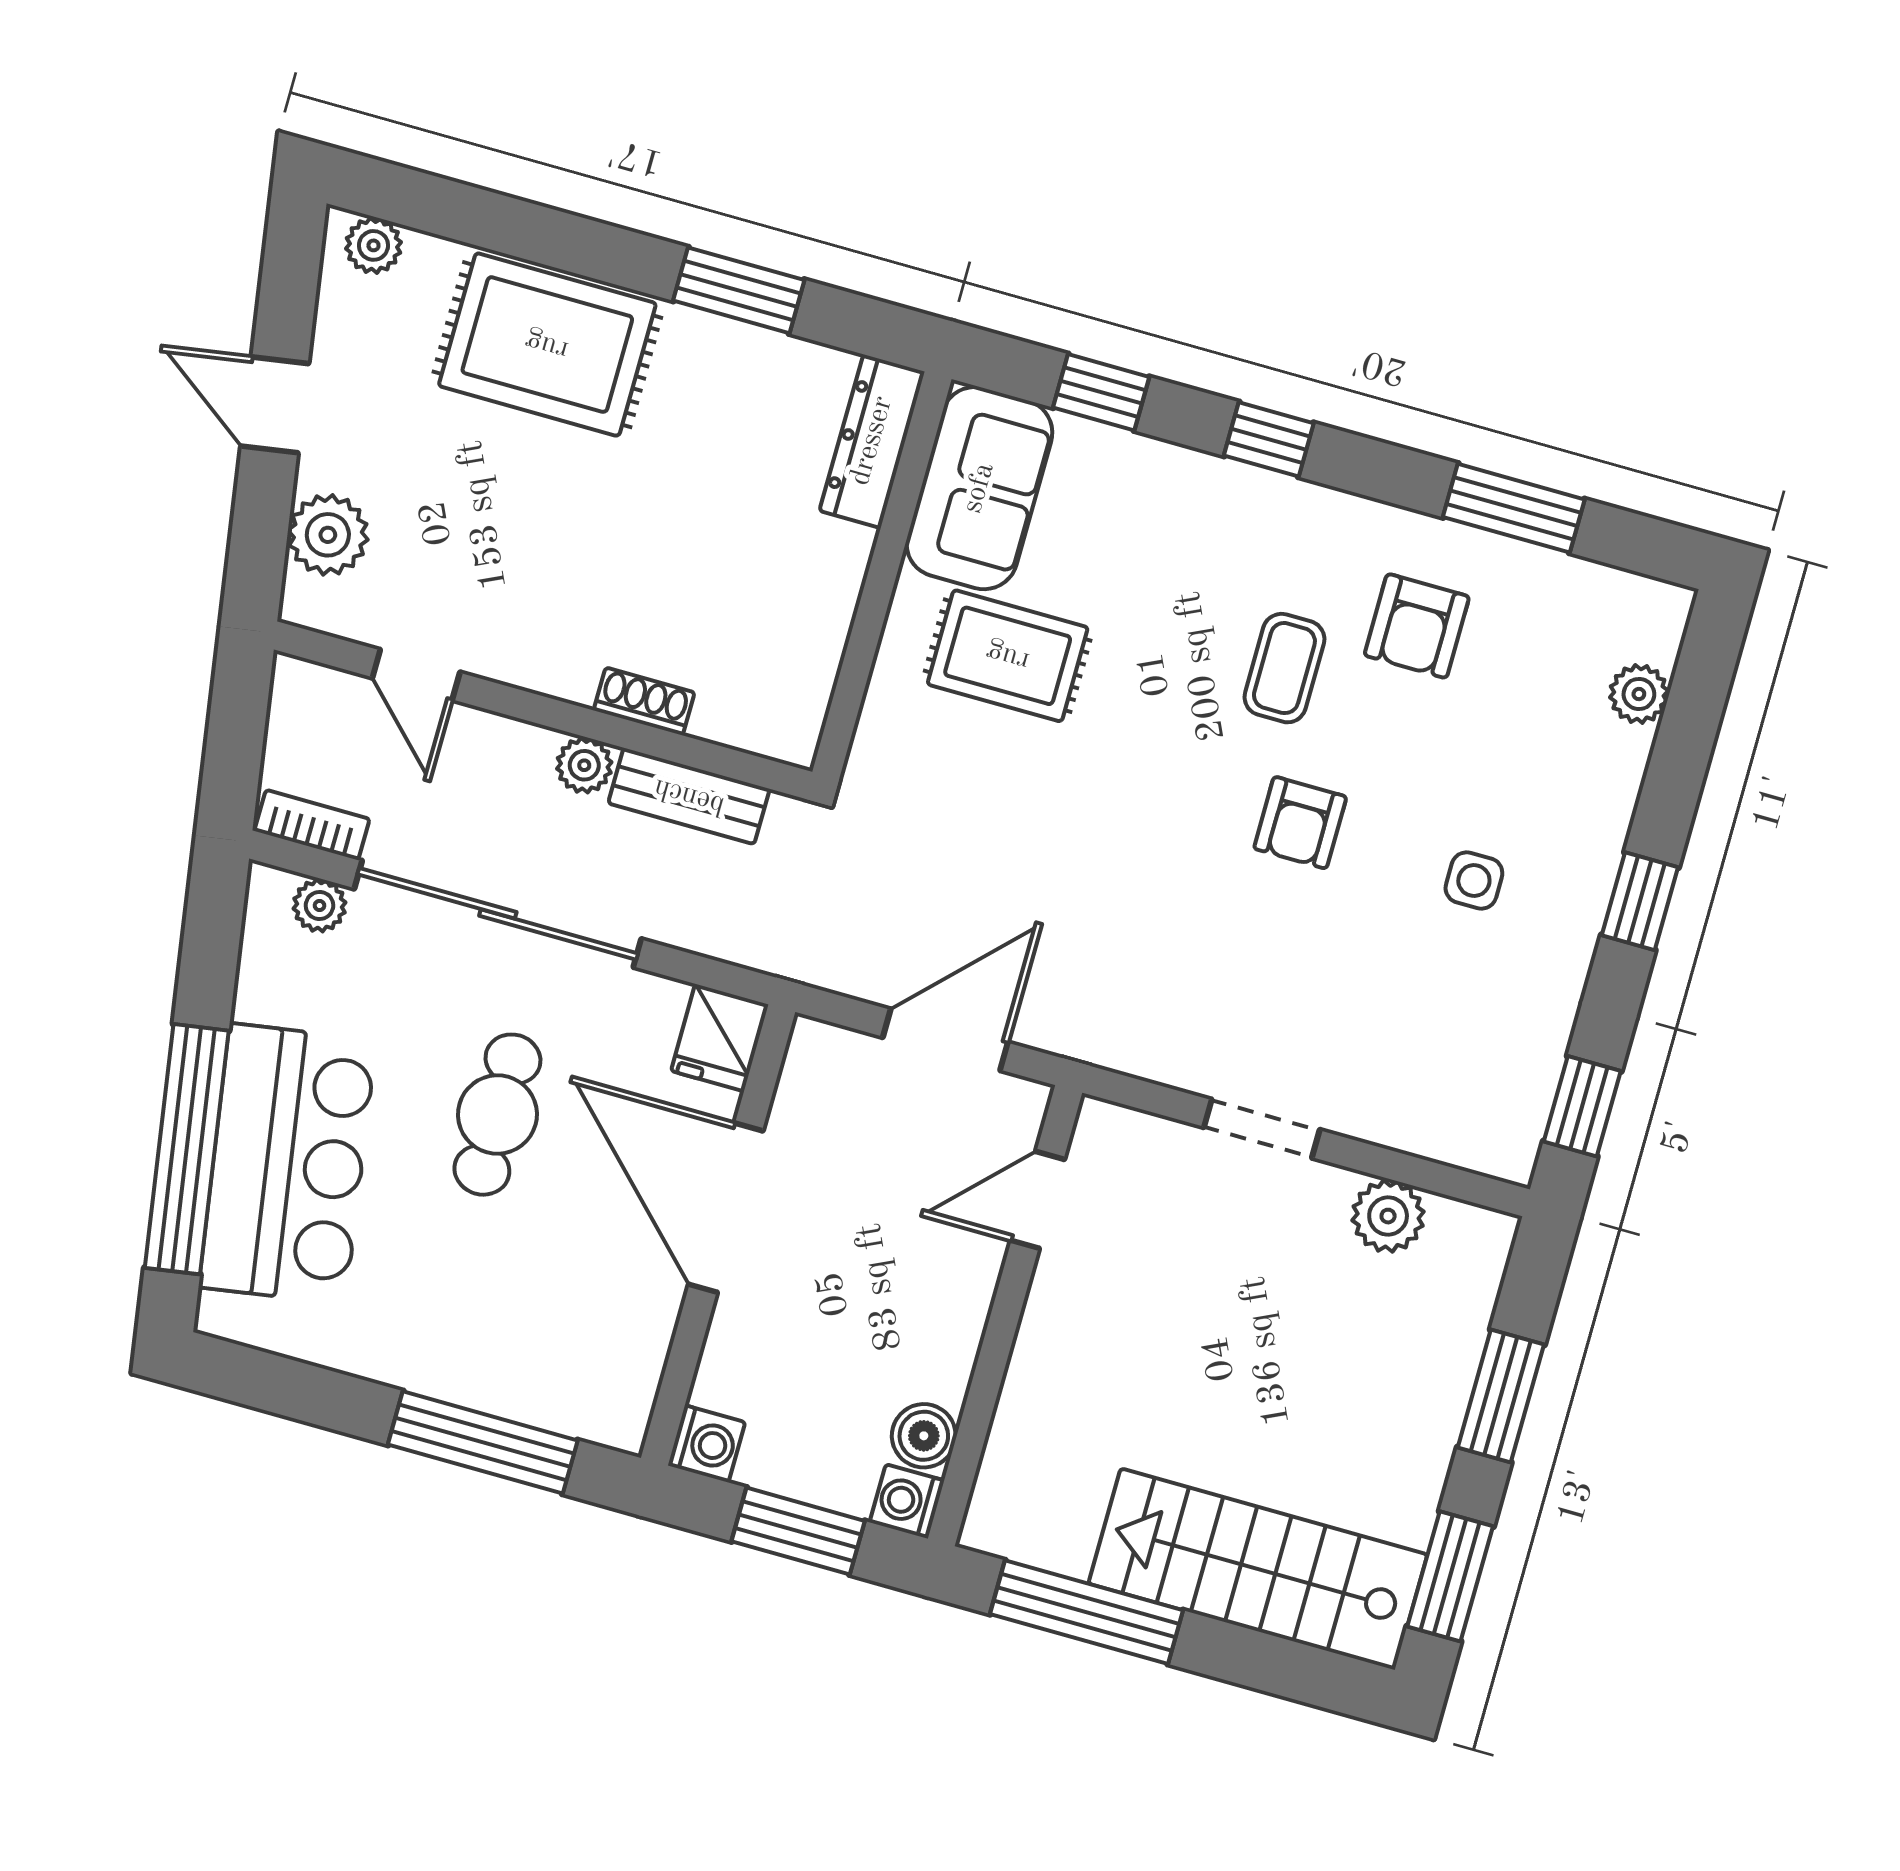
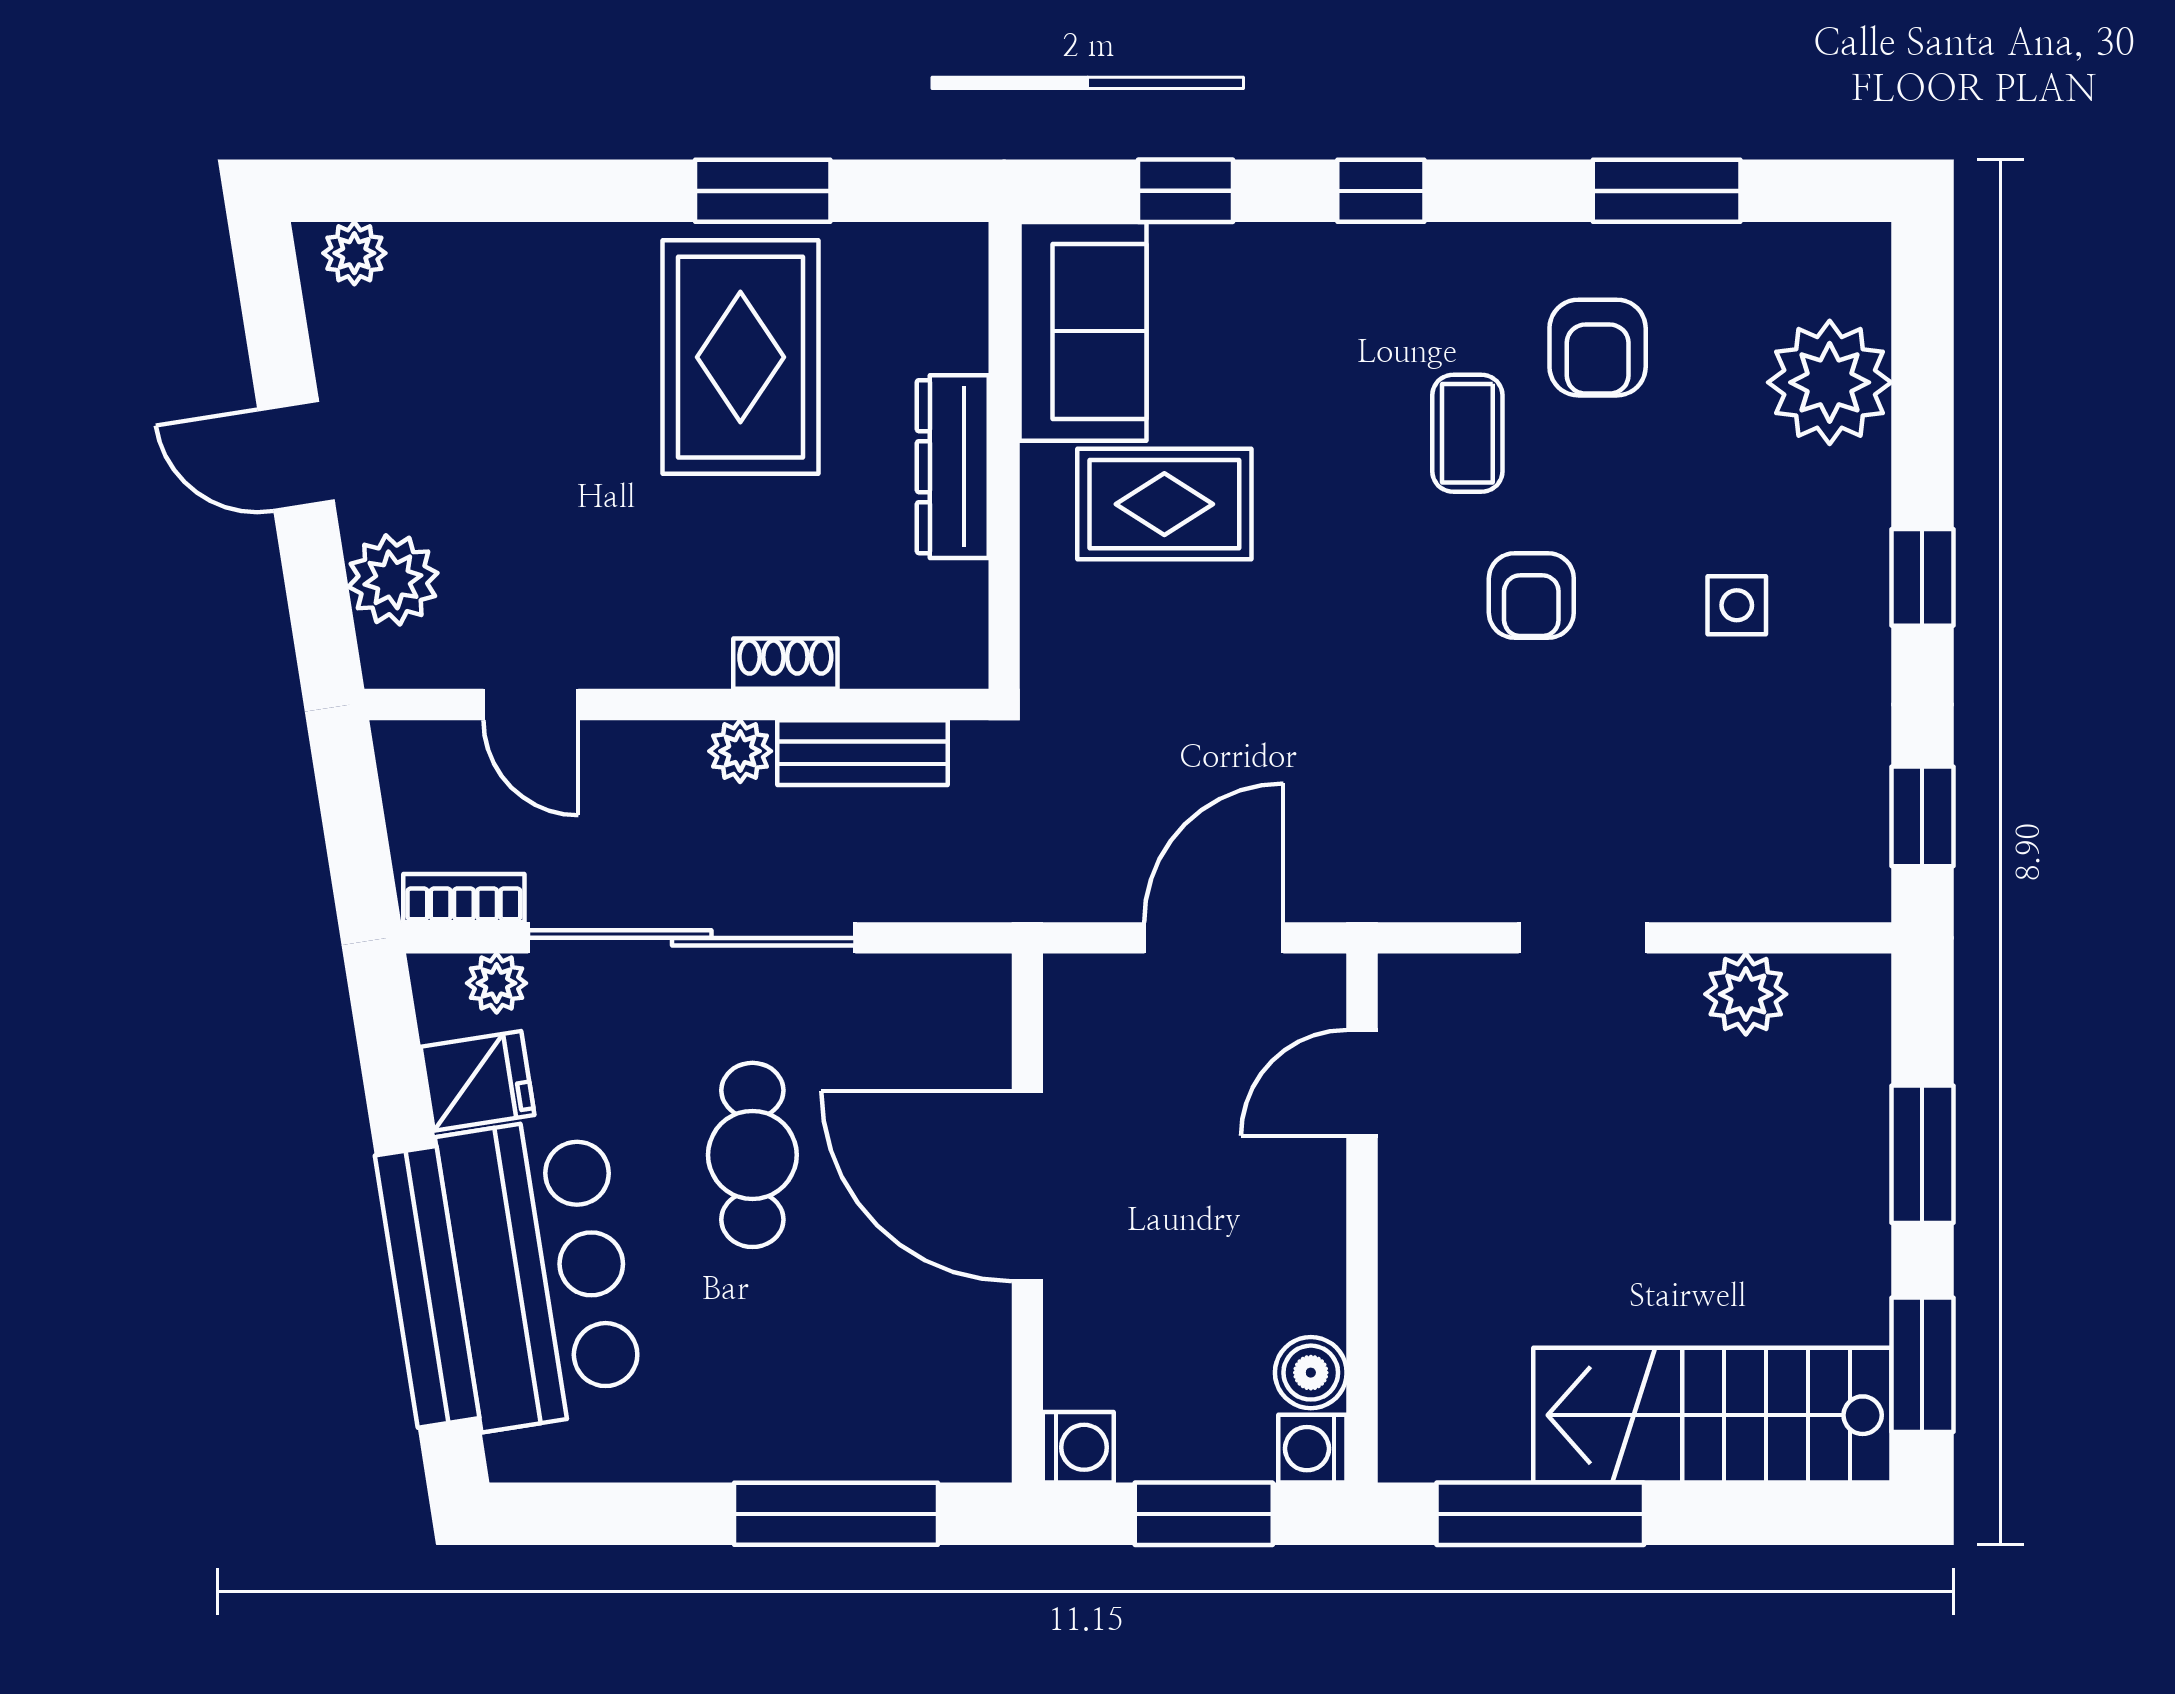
rug: (547, 345) -> (740, 357), moved, turned 90
dresser: (872, 441) -> (953, 467), moved
plant: (1639, 694) -> (1830, 382), width x1.88, depth x1.88
fridge: (720, 1038) -> (478, 1081), moved, turned -99

